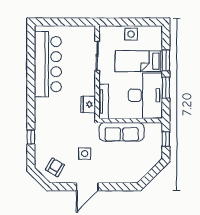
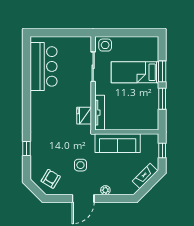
side table: (131, 34) -> (105, 45), moved
bar counter: (48, 64) -> (44, 66), width x0.73
desk: (145, 95) -> (142, 107), removed
fireplace: (149, 164) -> (145, 176), added
plant: (109, 179) -> (105, 190), added

